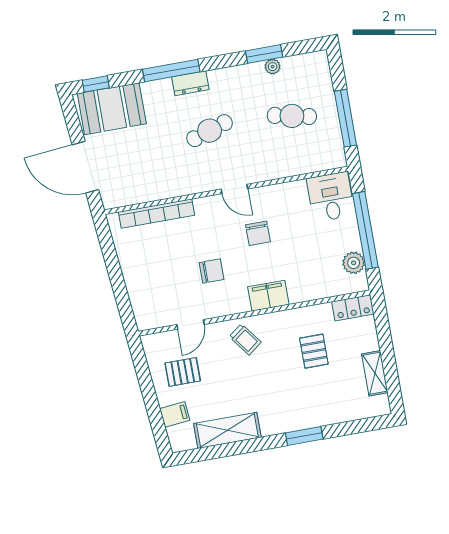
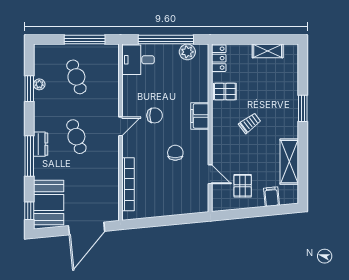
cafe table: (292, 116) -> (76, 77), turned -30
trolley: (245, 339) -> (250, 123), moved
pallet: (314, 351) -> (225, 91), moved

